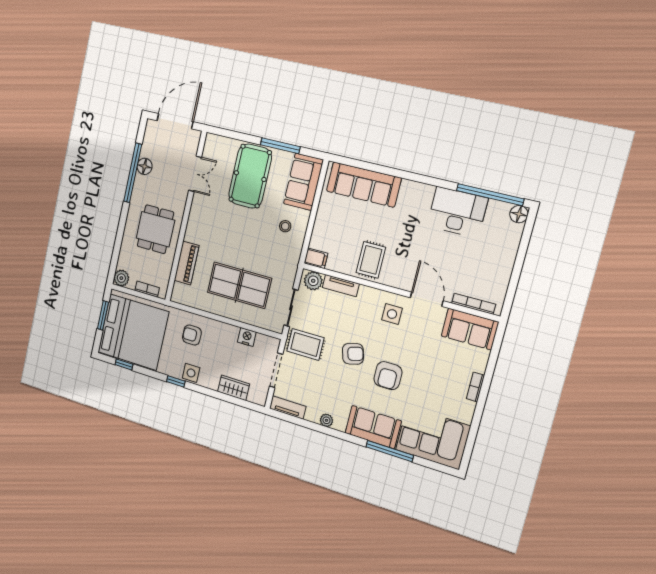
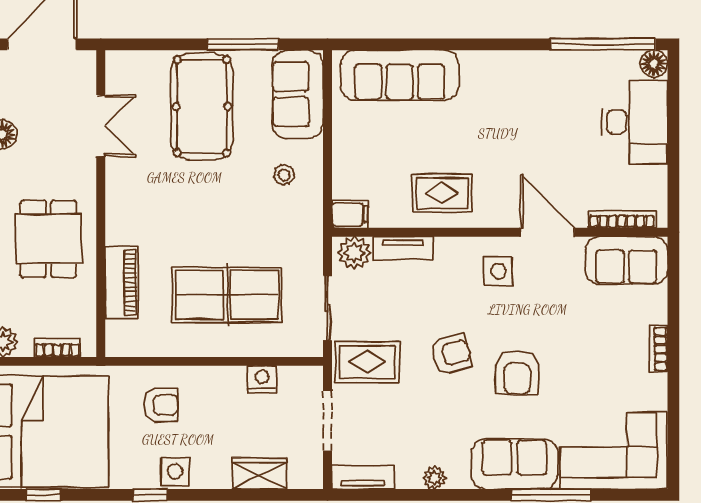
desk: (457, 212) -> (634, 122), moved, turned 90
rug: (371, 260) -> (442, 193), turned 90
armchair: (192, 335) -> (161, 405), turned 180

